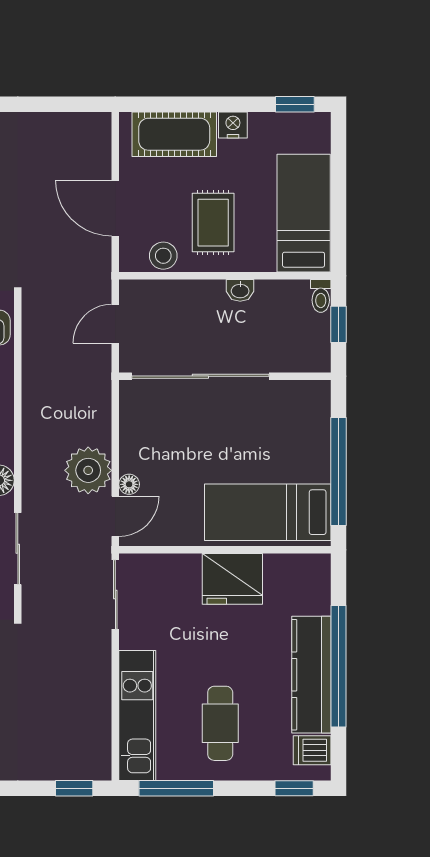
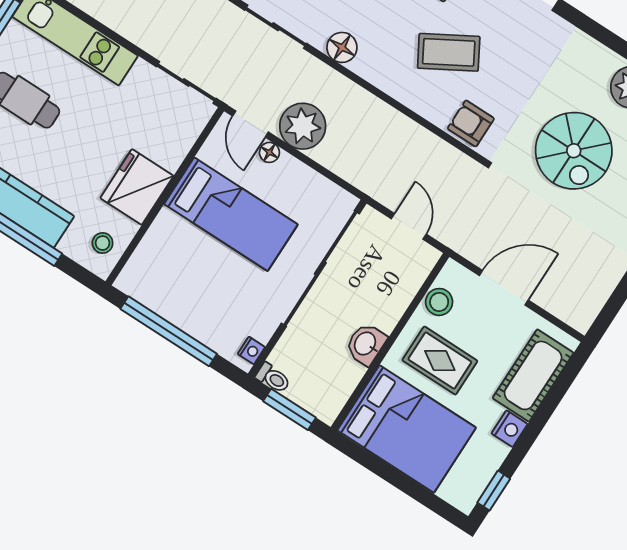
bed: (304, 213) -> (407, 429), width x1.50
washbasin: (240, 290) -> (366, 344), width x1.38, depth x1.45
toilet: (321, 296) -> (273, 378), moved, turned 180
window: (339, 324) -> (289, 409), width x1.50
nightstand: (309, 390) -> (251, 350), added
bed: (268, 512) -> (231, 214), moved, turned 90
stool: (300, 577) -> (103, 243), added

